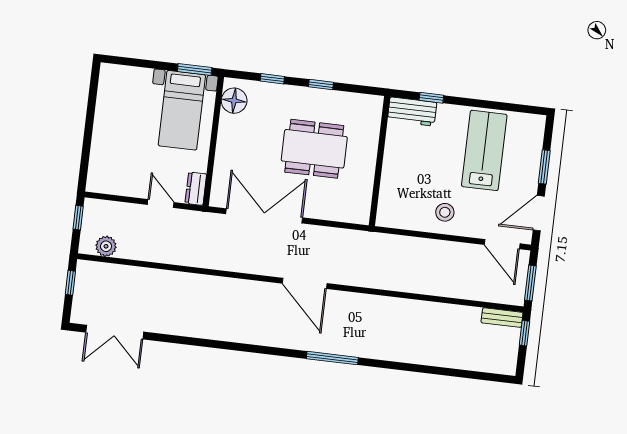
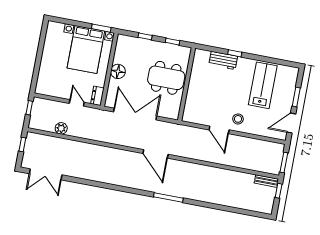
floor lamp: (234, 101) -> (118, 71), moved
bed with nightstands: (182, 110) -> (86, 50), width x1.36
wall: (380, 161) -> (186, 84), moved
door: (502, 244) -> (219, 130), moved
plant: (106, 246) -> (61, 128), moved

